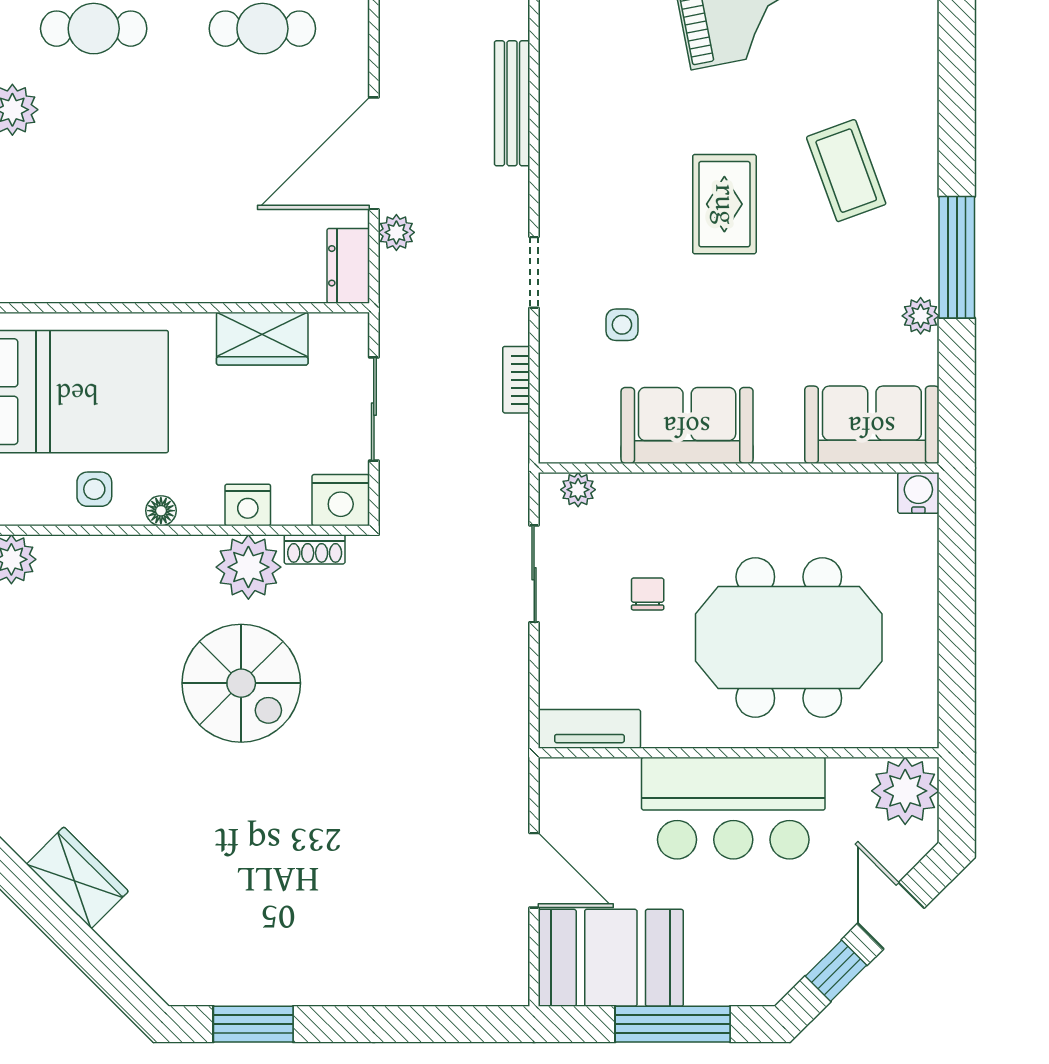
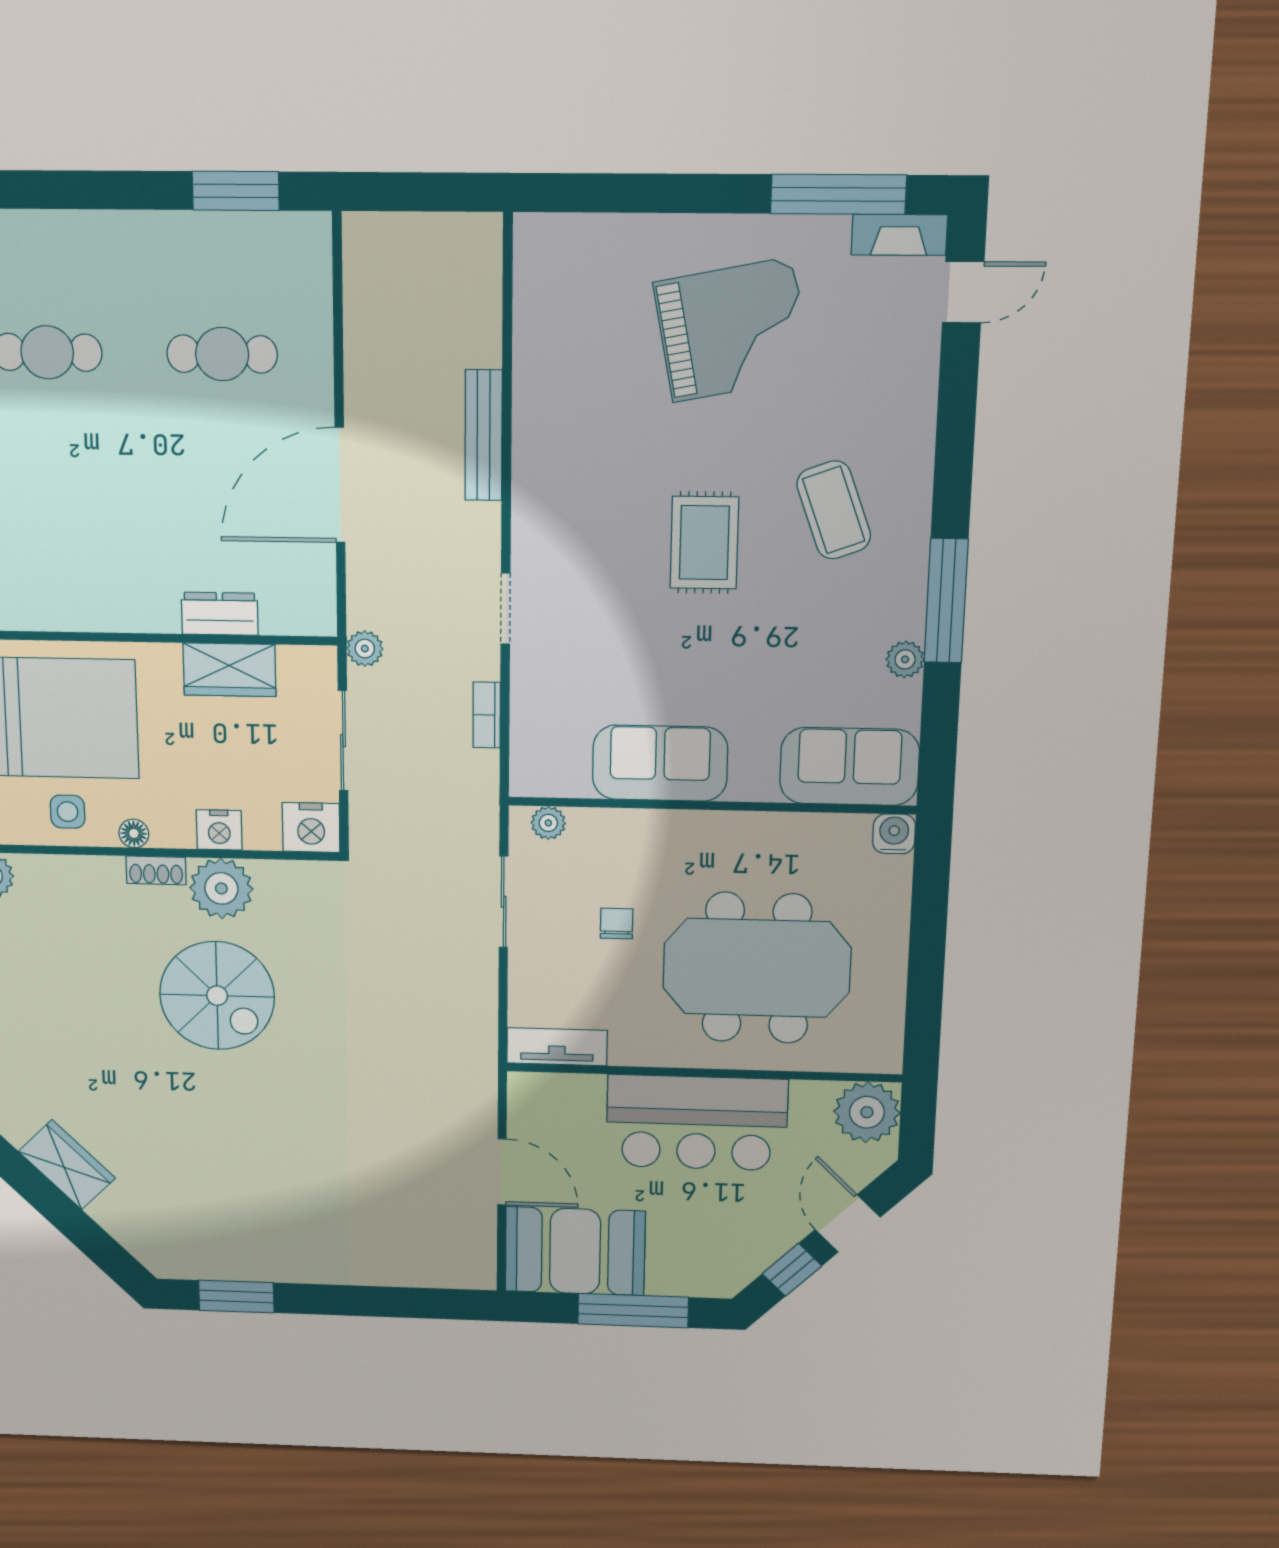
plant: (396, 232) -> (365, 649), moved
dresser: (348, 266) -> (220, 614), moved, turned 90
side table: (622, 325) -> (595, 663), removed
shoe rack: (315, 549) -> (156, 870), moved

